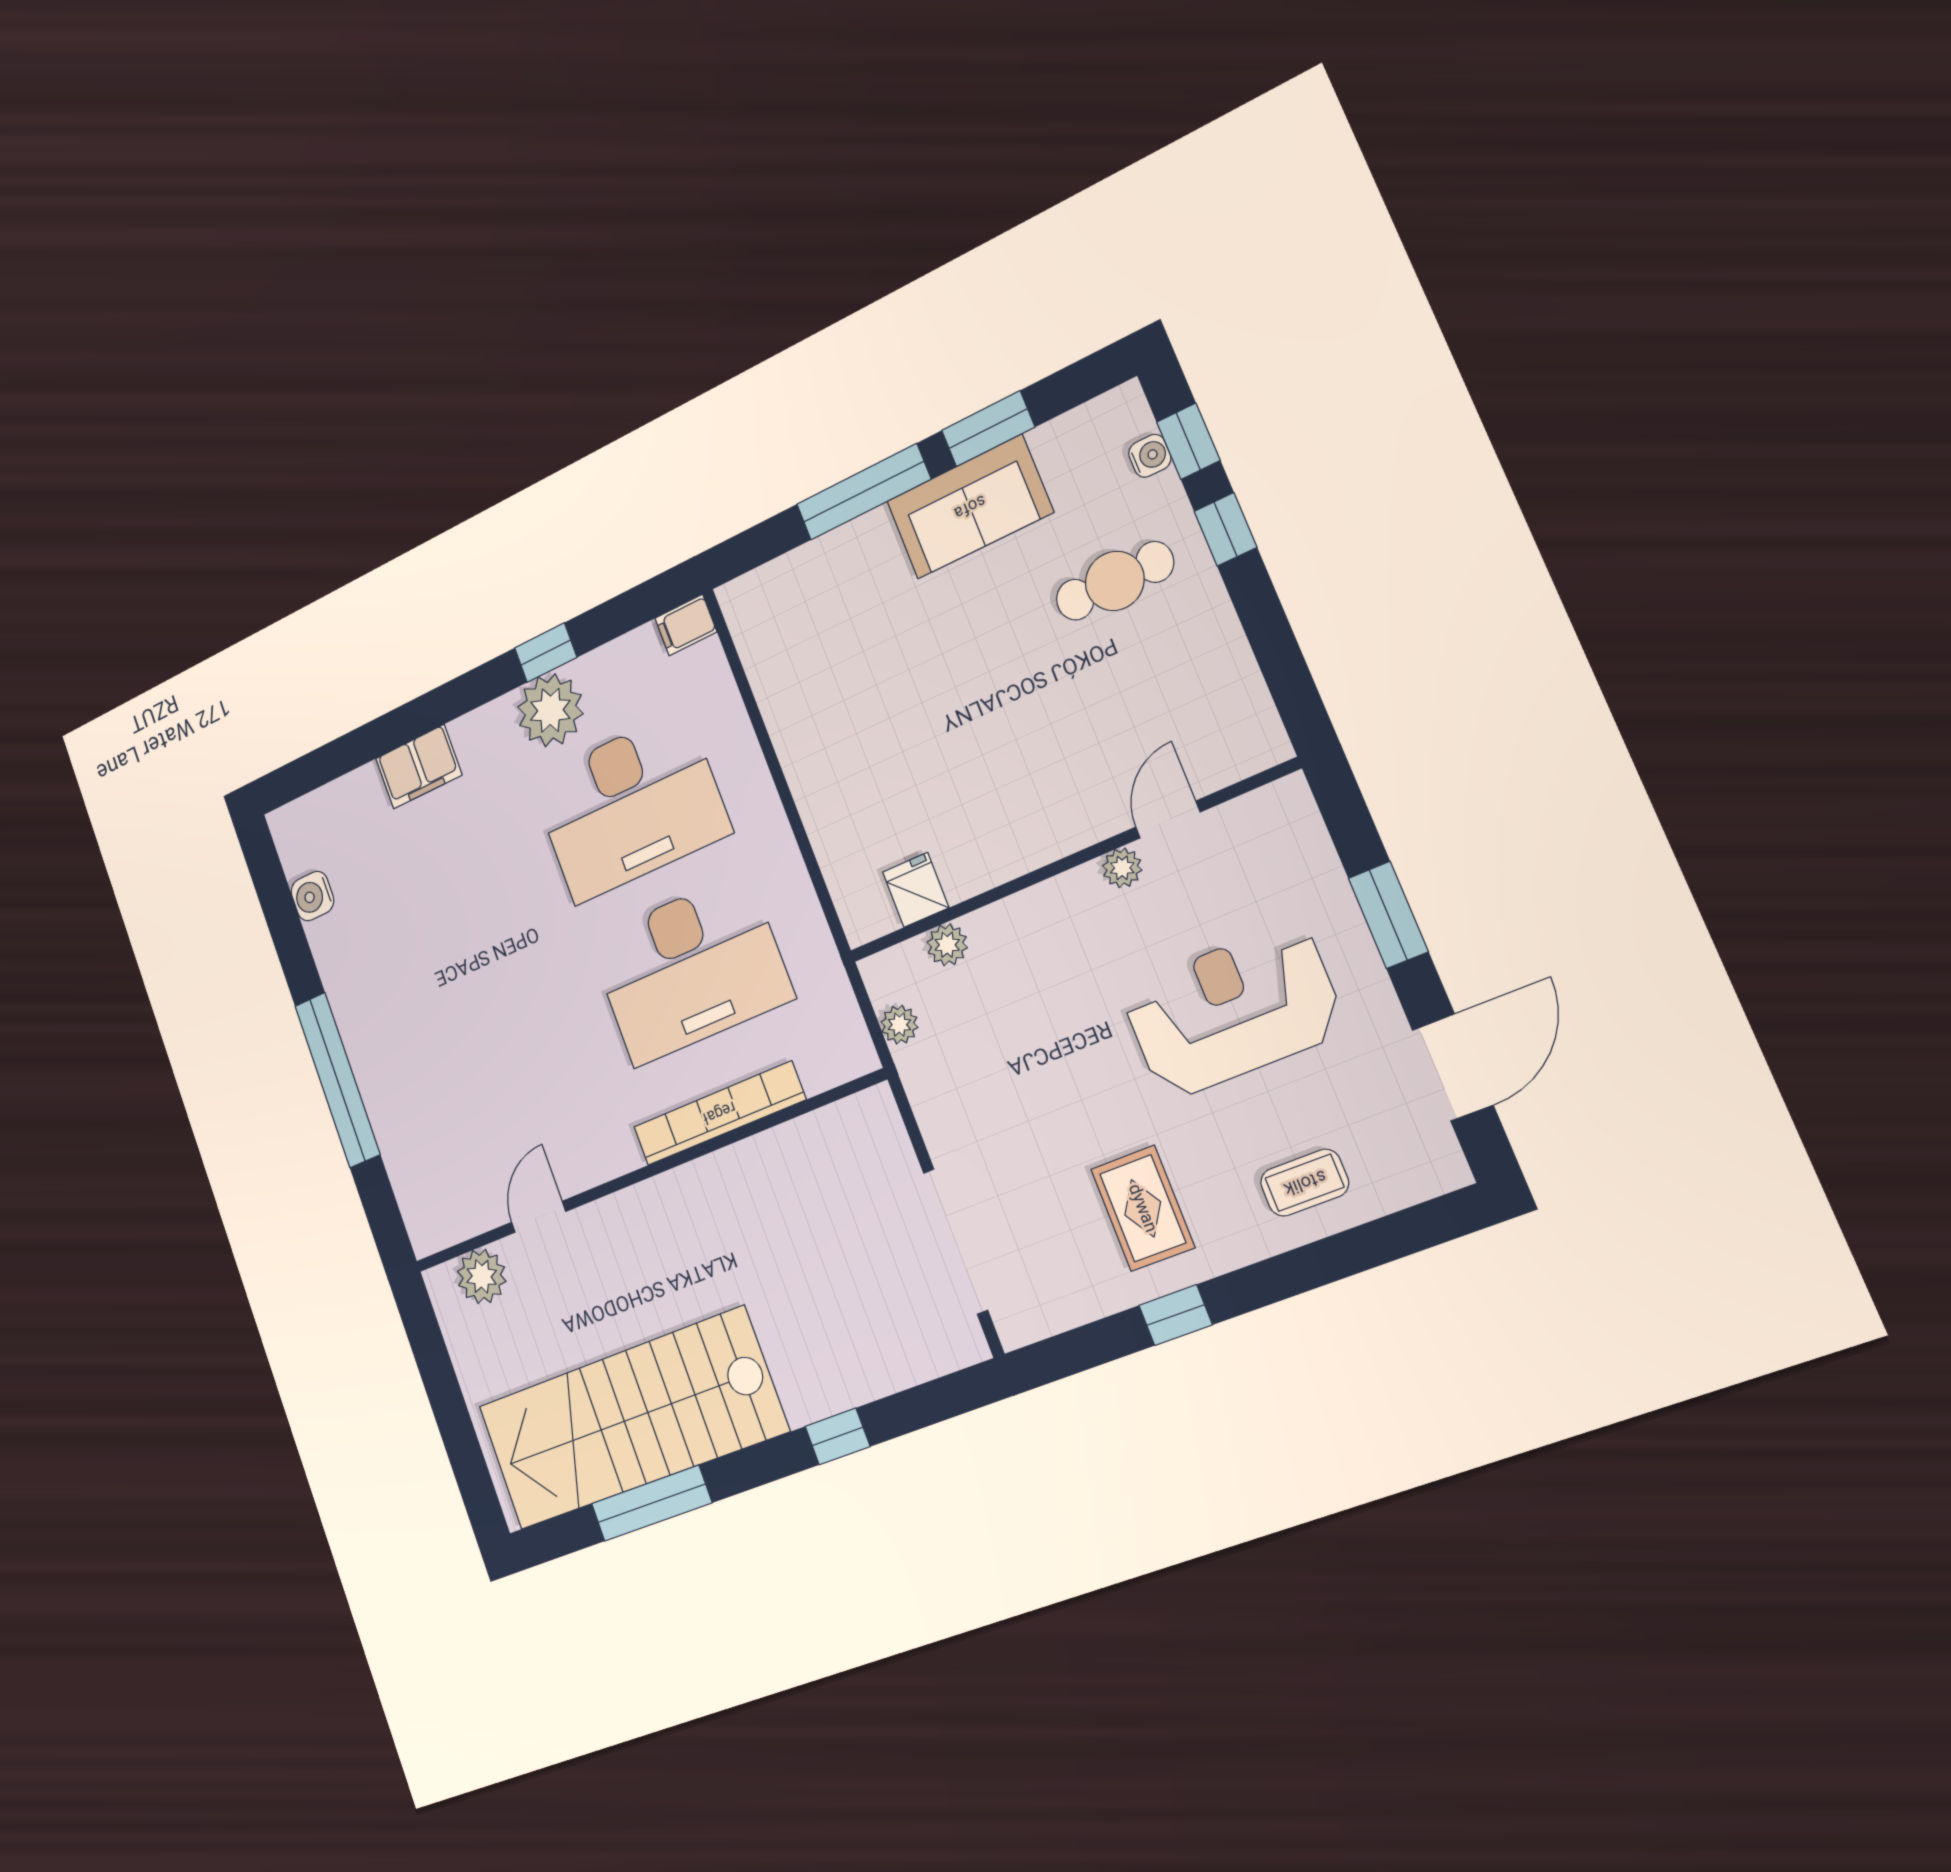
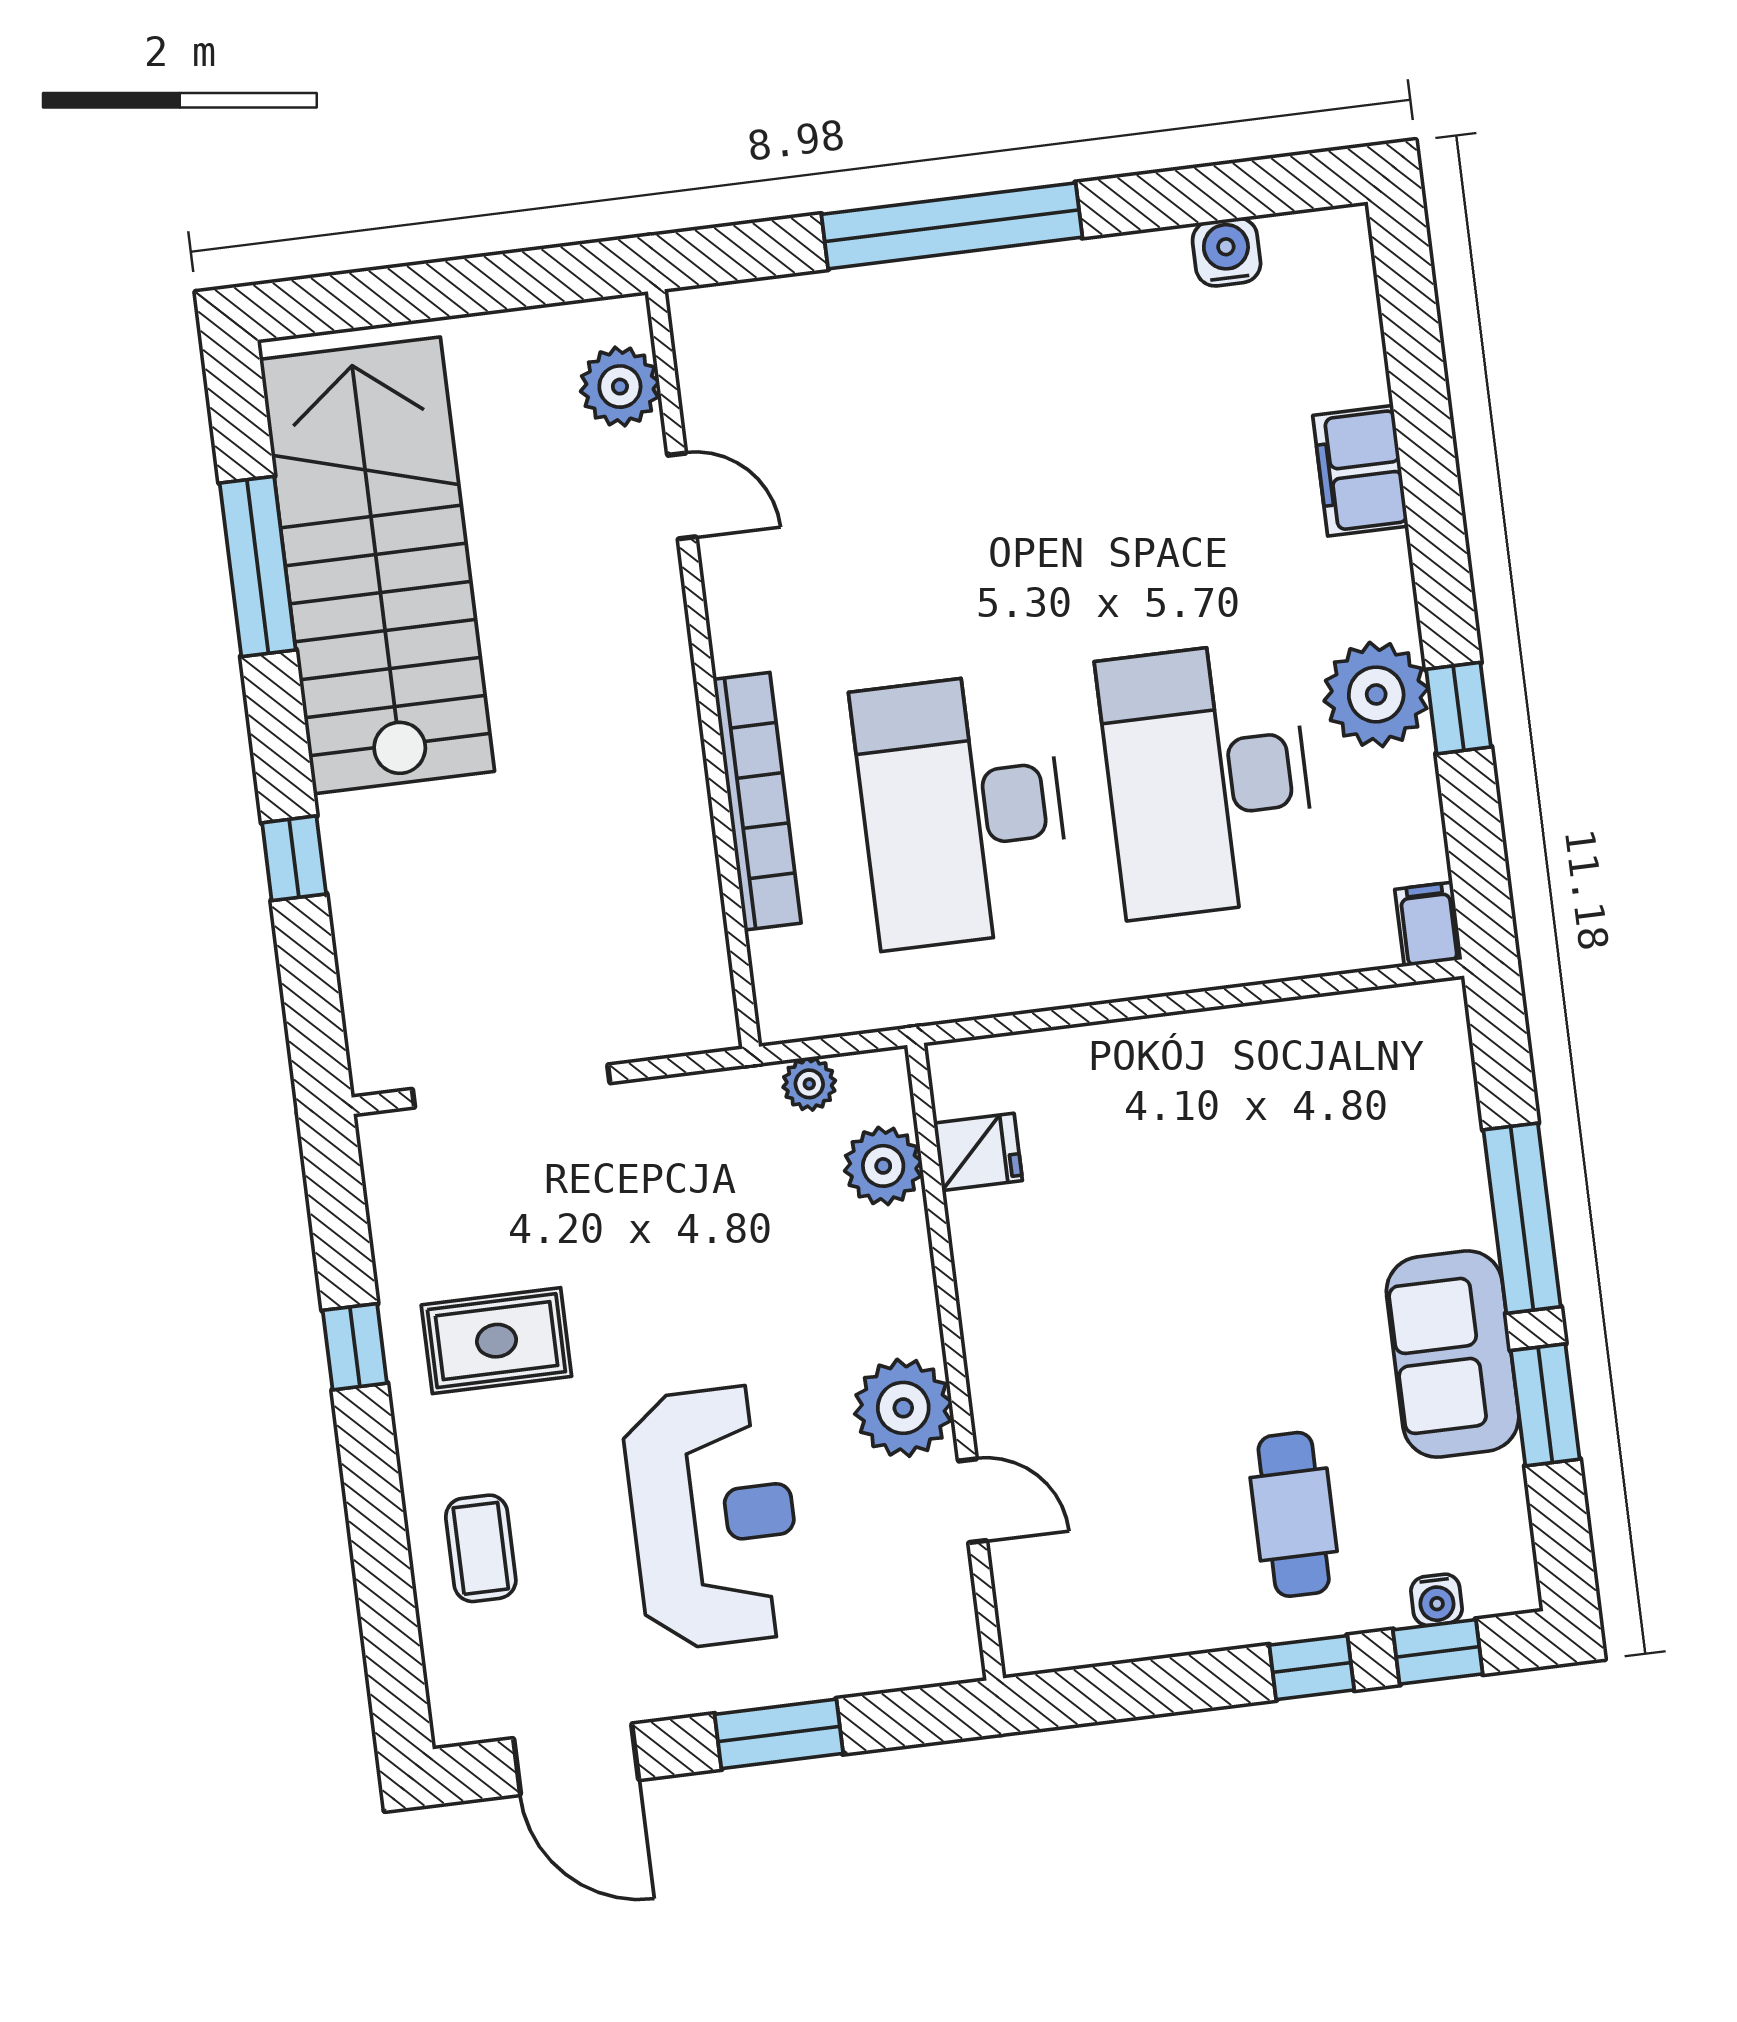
plant: (1122, 868) -> (903, 1408), width x1.87, depth x1.87
plant: (947, 945) -> (883, 1166), width x1.38, depth x1.38

